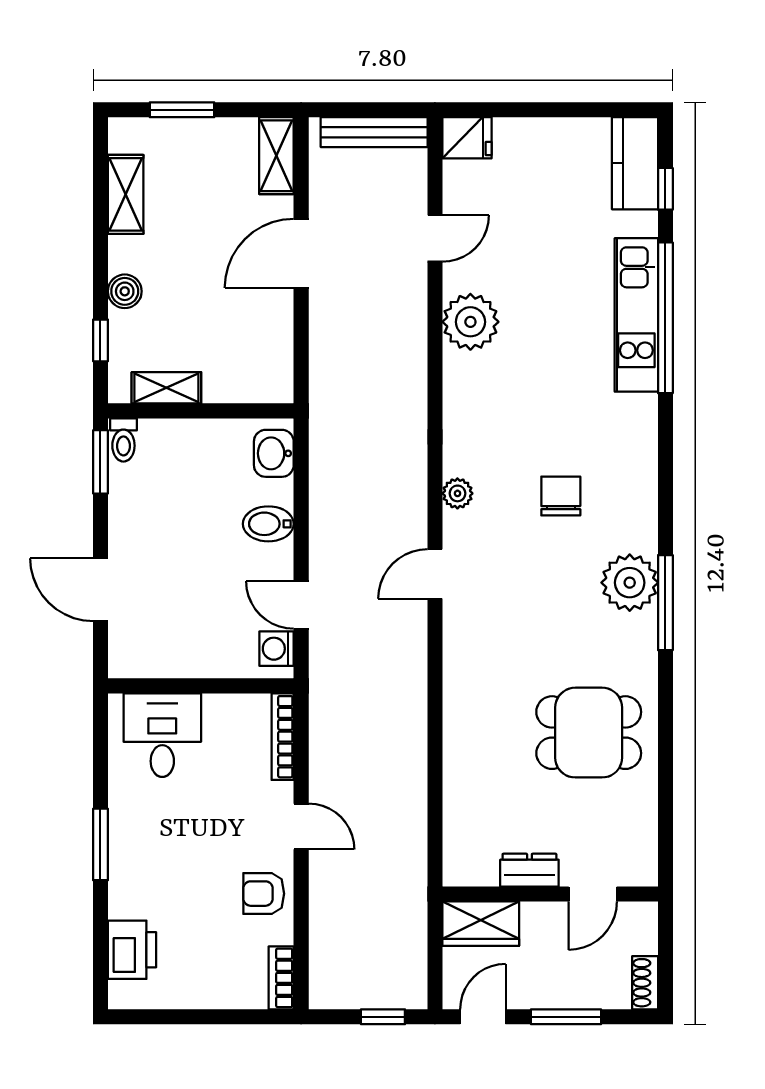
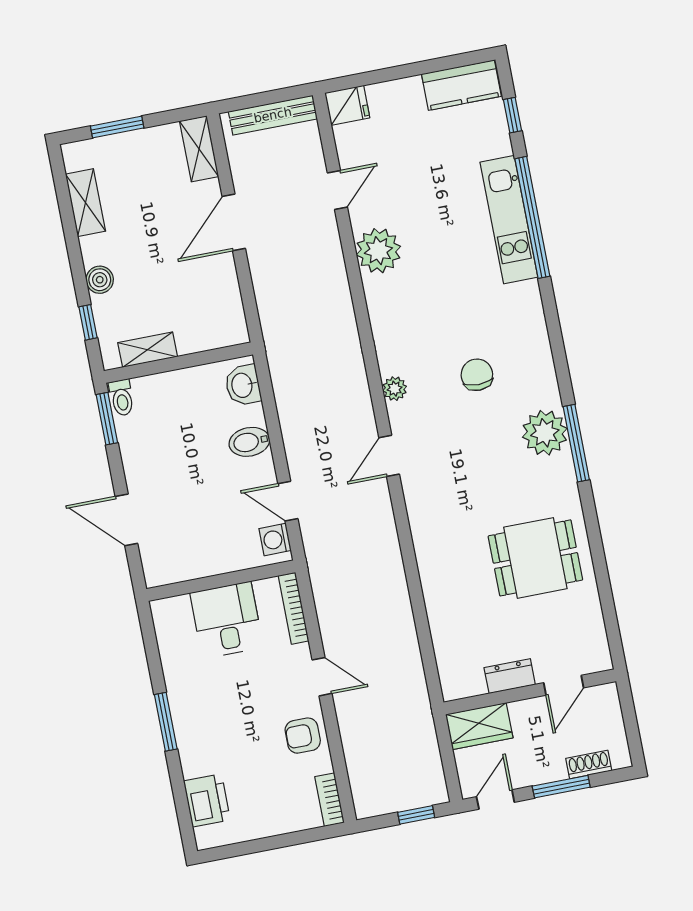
kitchen counter: (635, 163) -> (461, 85), moved, turned -90
desk: (162, 735) -> (227, 620), moved
shoe rack: (645, 983) -> (589, 765), moved, turned 90

